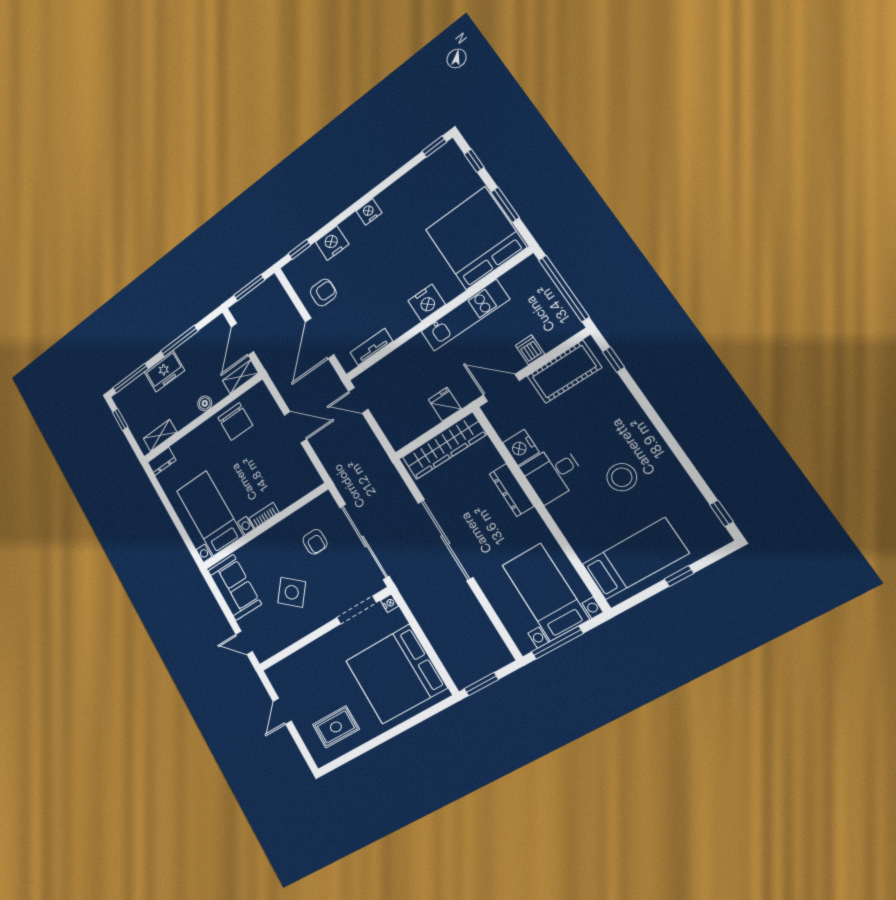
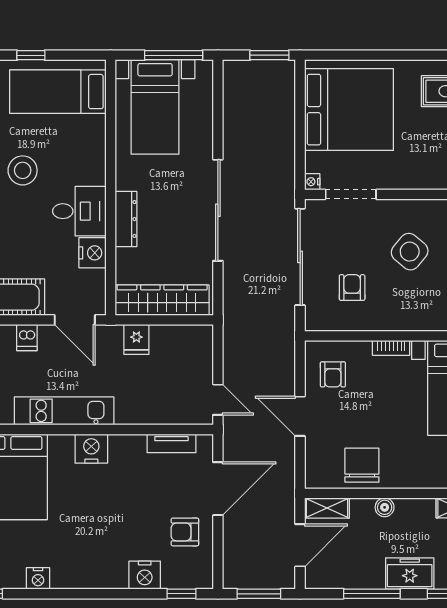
nightstand: (369, 212) -> (38, 578), moved
armchair: (291, 471) -> (333, 374), added

